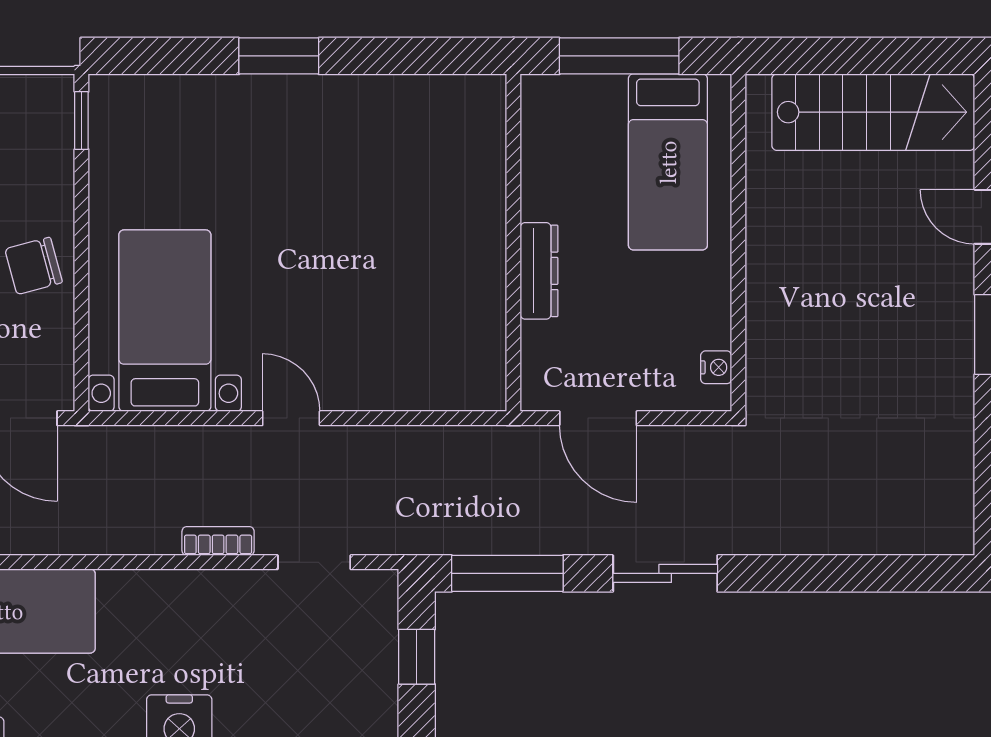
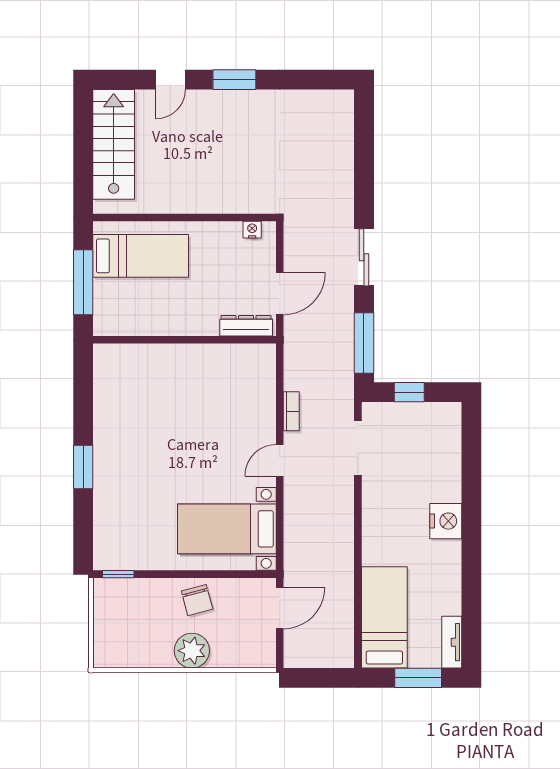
dresser: (539, 271) -> (246, 326), moved
bookcase: (218, 541) -> (291, 411), moved, turned 180
doorway: (314, 562) -> (358, 448), width x1.38

